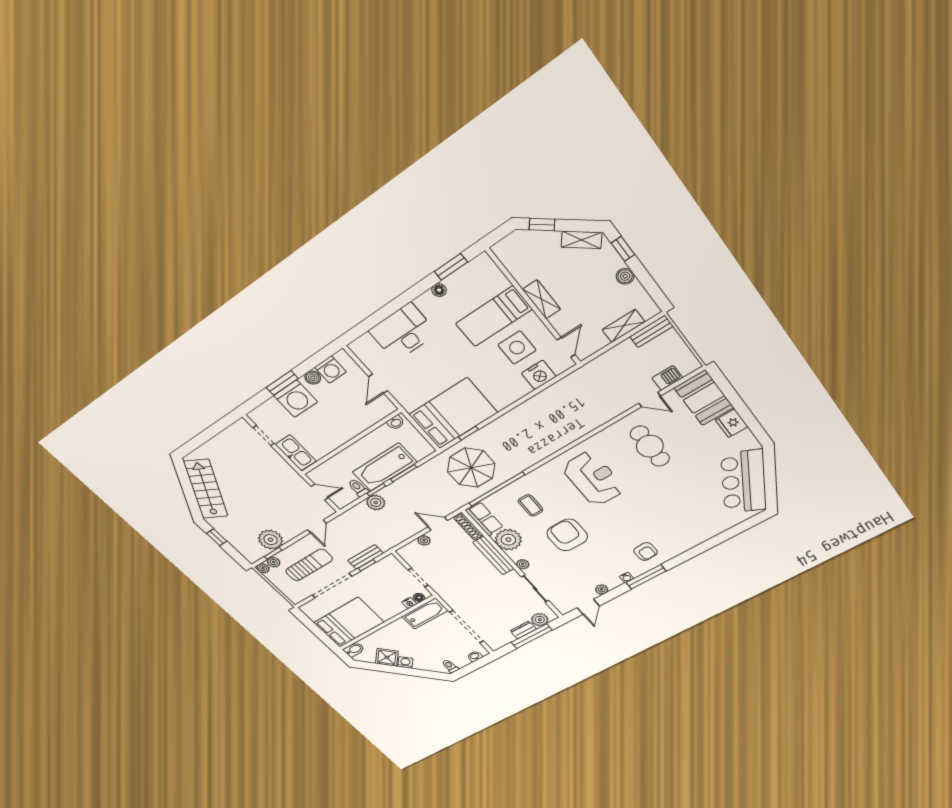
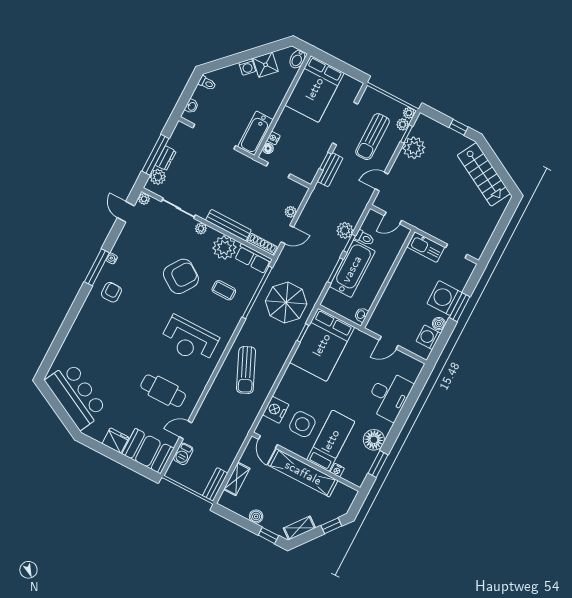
nightstand: (502, 282) -> (337, 470), added
floor lamp: (439, 290) -> (374, 440), width x1.89, depth x1.89
shelving: (542, 299) -> (303, 473), width x2.20, depth x1.33
door: (378, 384) -> (389, 343), swing flipped
sun lounger: (549, 426) -> (246, 370), added
door: (317, 526) -> (382, 181), hinge flipped
armchair: (567, 535) -> (181, 276), turned -56
armchair: (646, 552) -> (111, 292), turned 93
plant: (602, 589) -> (144, 199), moved

